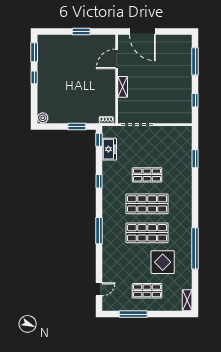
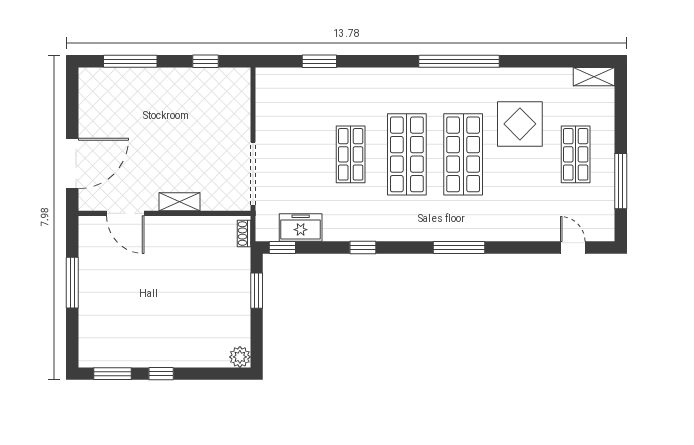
window: (81, 32) -> (72, 283), width x1.44
window: (195, 248) -> (459, 61), moved

